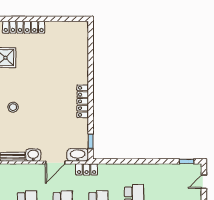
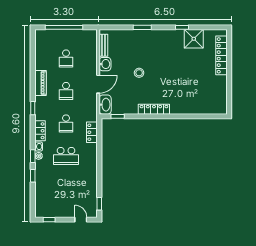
stool: (13, 107) -> (139, 73), moved
door: (55, 163) -> (98, 84), swing flipped
locker: (87, 169) -> (92, 132), moved

